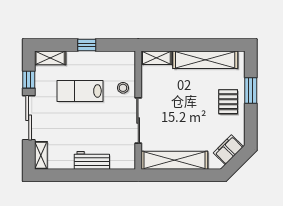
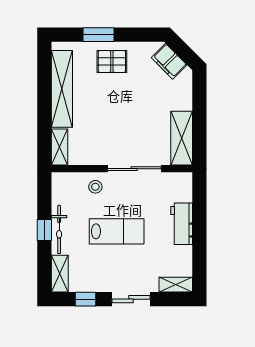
bicycle: (87, 57) -> (59, 229), added
lab bench: (80, 91) -> (117, 231), moved, turned -90
sliding door: (29, 118) -> (131, 299), width x0.73
shelving: (174, 160) -> (182, 138), width x0.68

